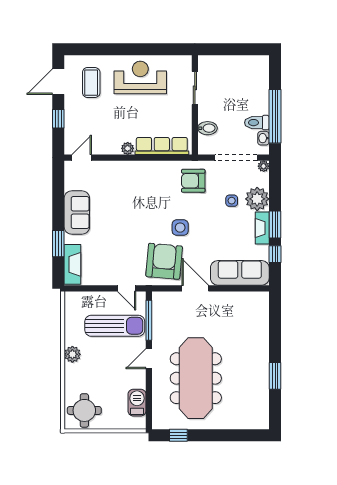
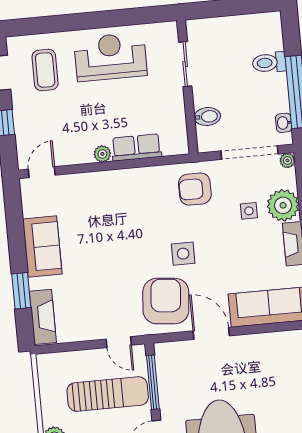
toilet: (257, 123) -> (269, 63), moved
row of seats: (162, 146) -> (136, 147), width x0.68

